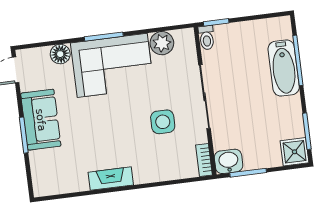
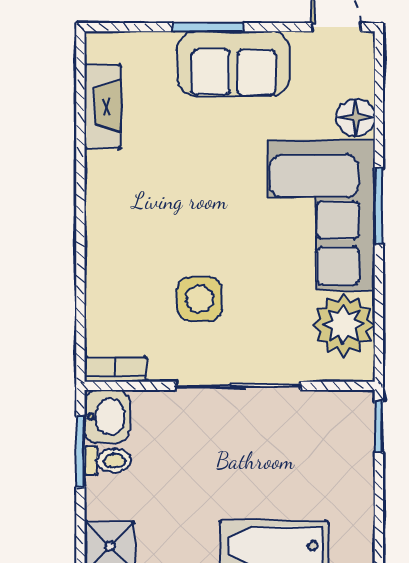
toilet: (207, 38) -> (108, 461), moved, turned 180
plant: (162, 43) -> (344, 325), width x1.36, depth x1.36
fireplace: (111, 179) -> (103, 107), moved

